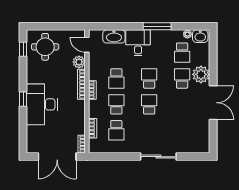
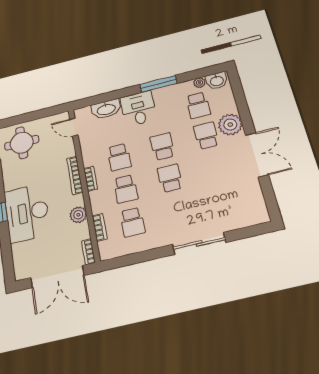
plant: (79, 62) -> (78, 215), moved
school desk: (116, 104) -> (126, 189), turned 180

